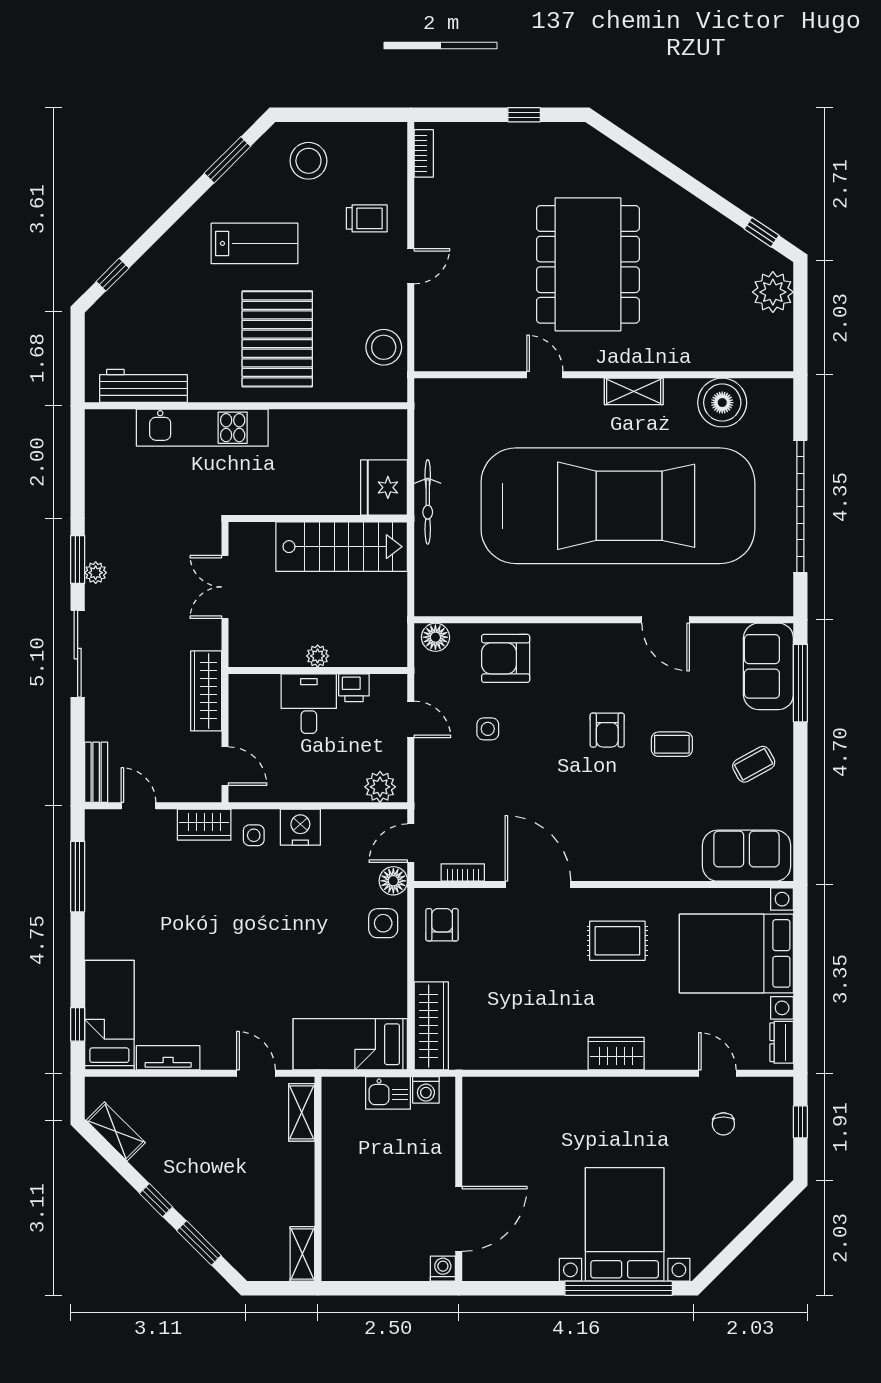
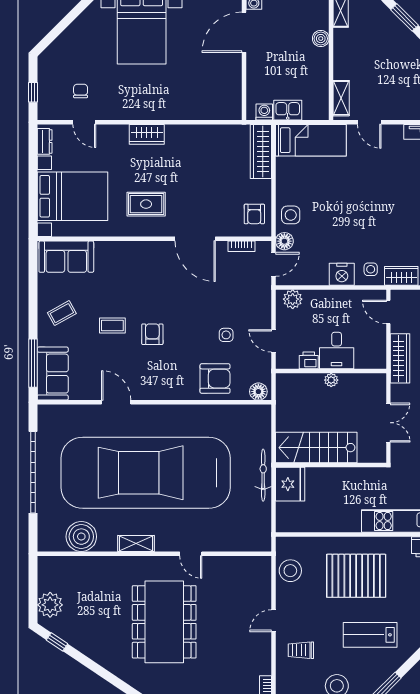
pallet: (277, 339) -> (356, 576), turned 90
boiler: (335, 1209) -> (321, 39), added

